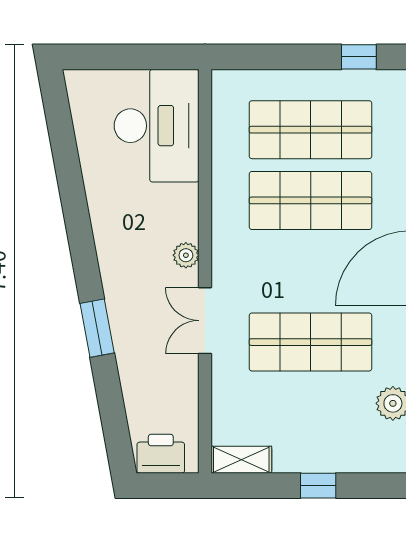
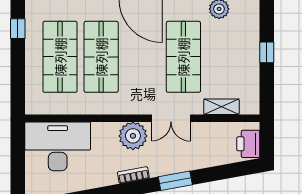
plant: (186, 255) -> (133, 136), width x1.87, depth x1.87
bookcase: (107, 256) -> (133, 175), added
shelving: (241, 460) -> (221, 107), moved, turned 90

